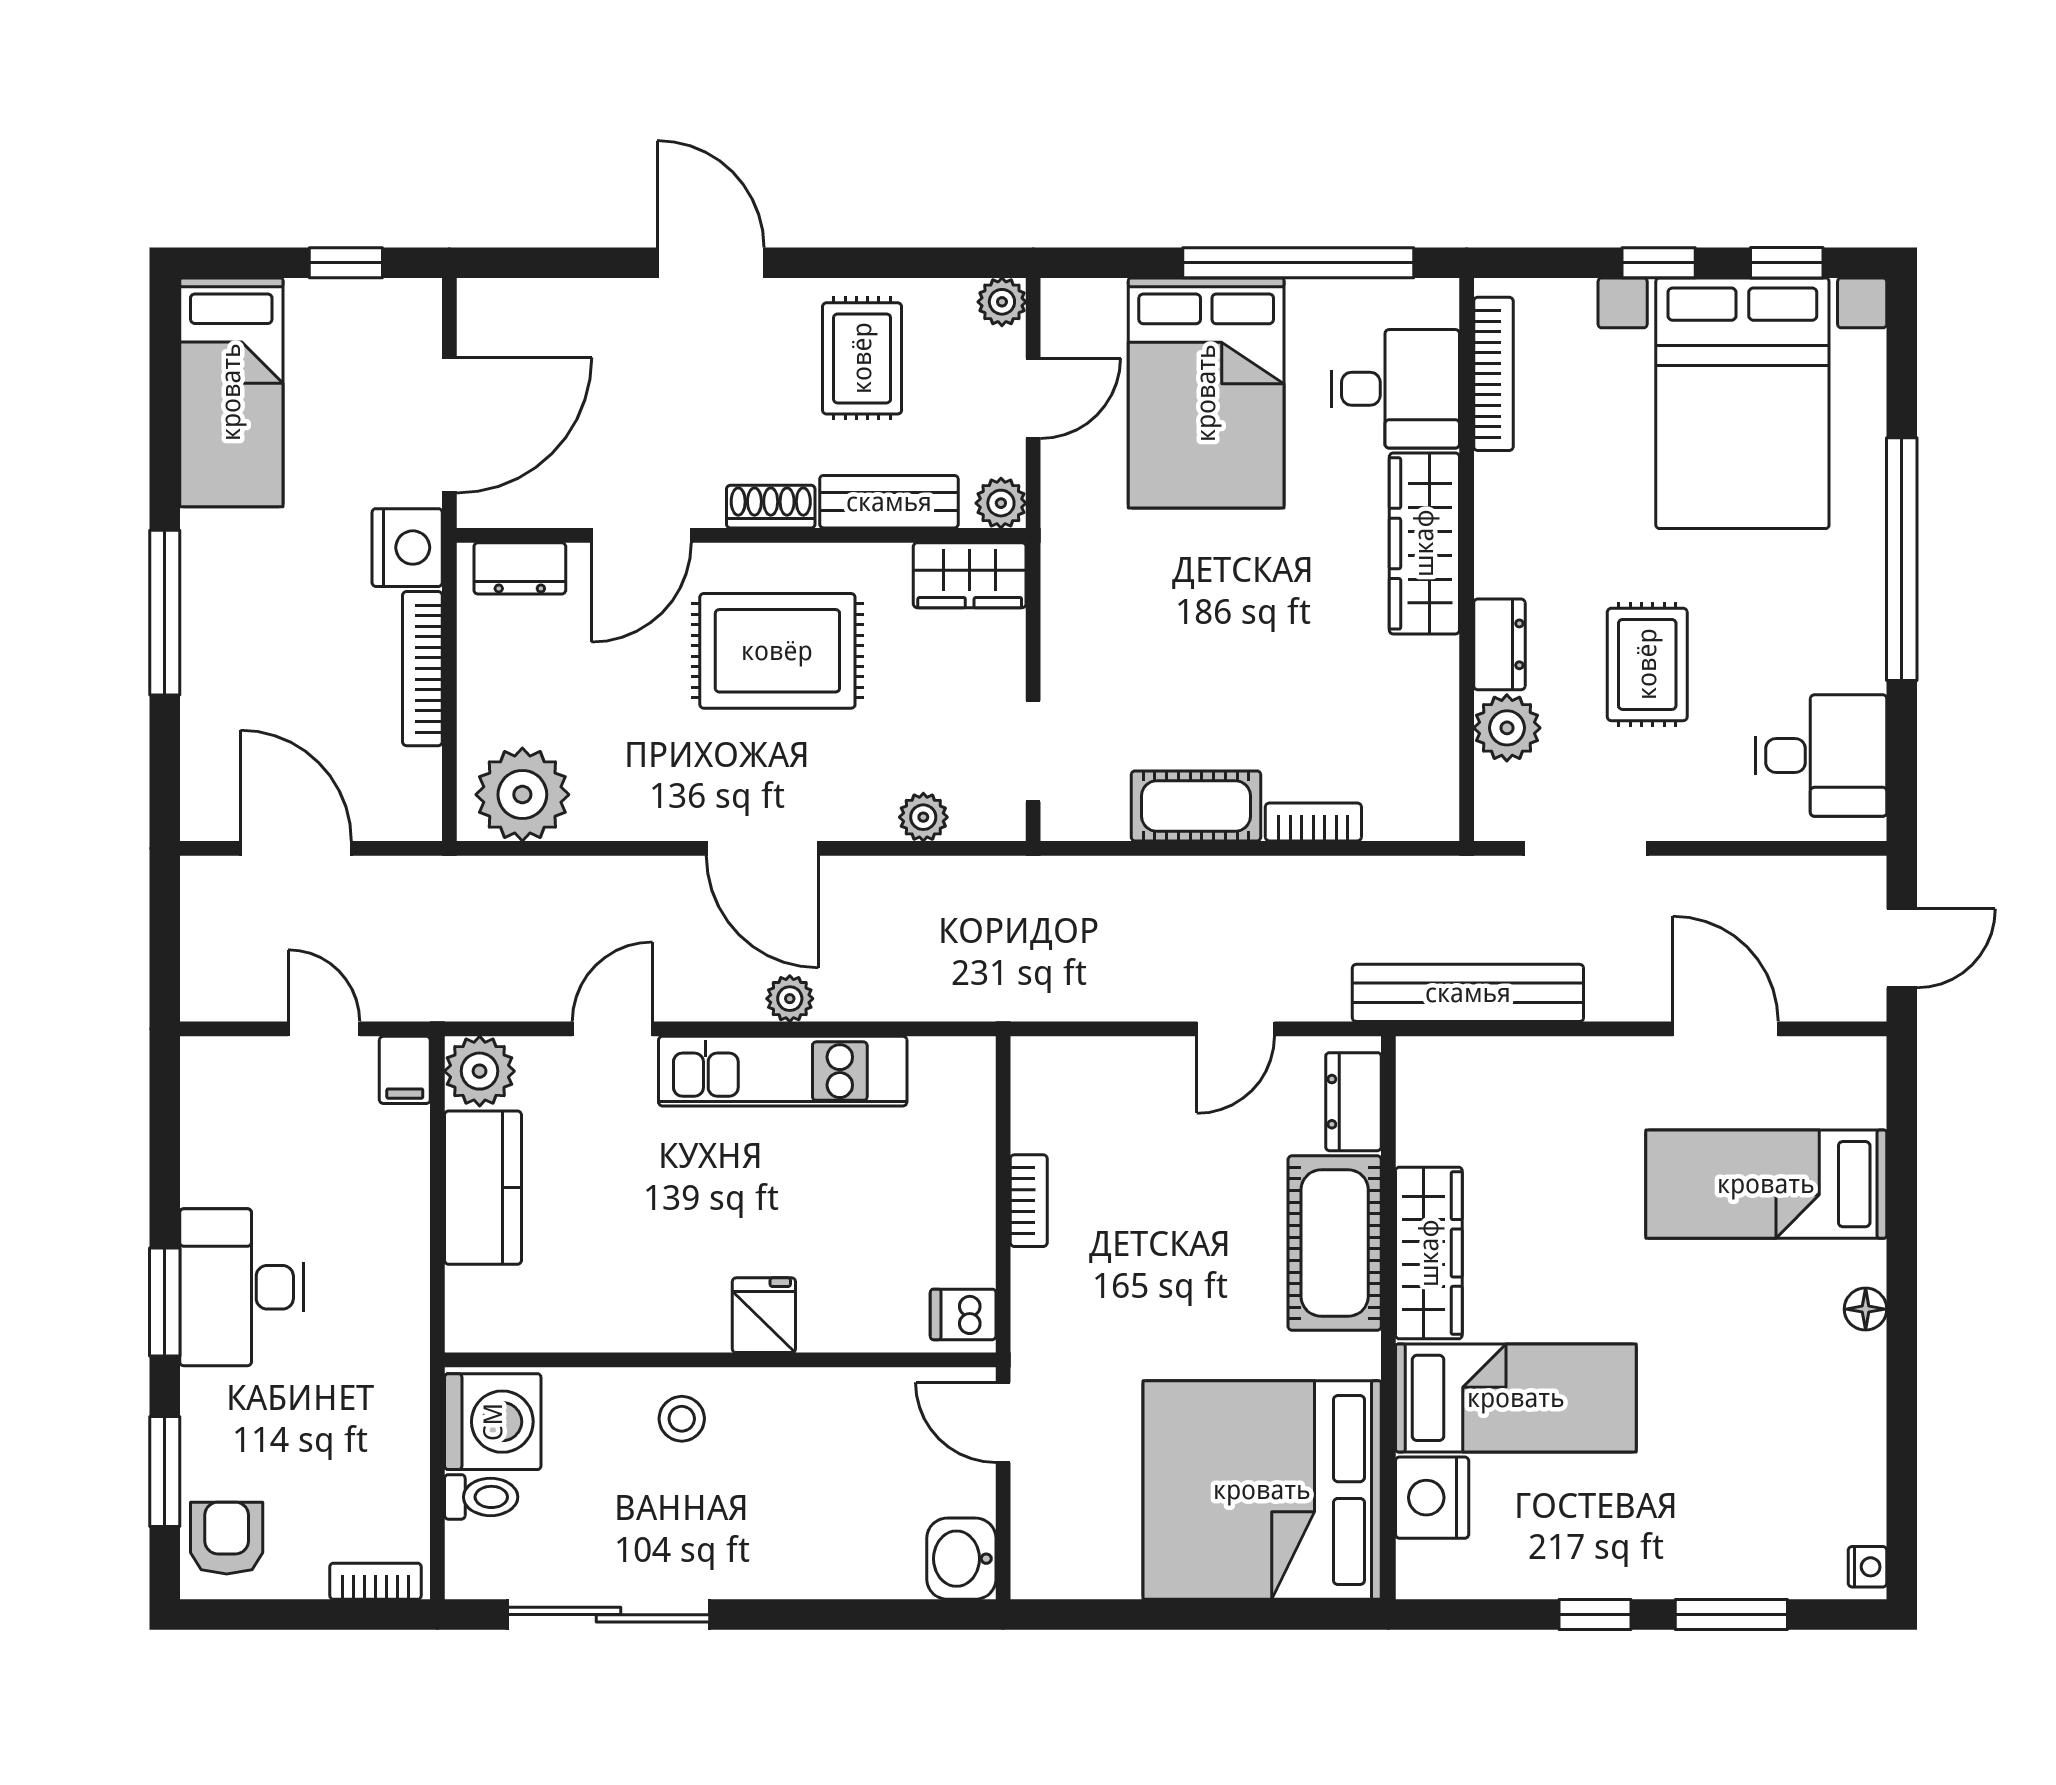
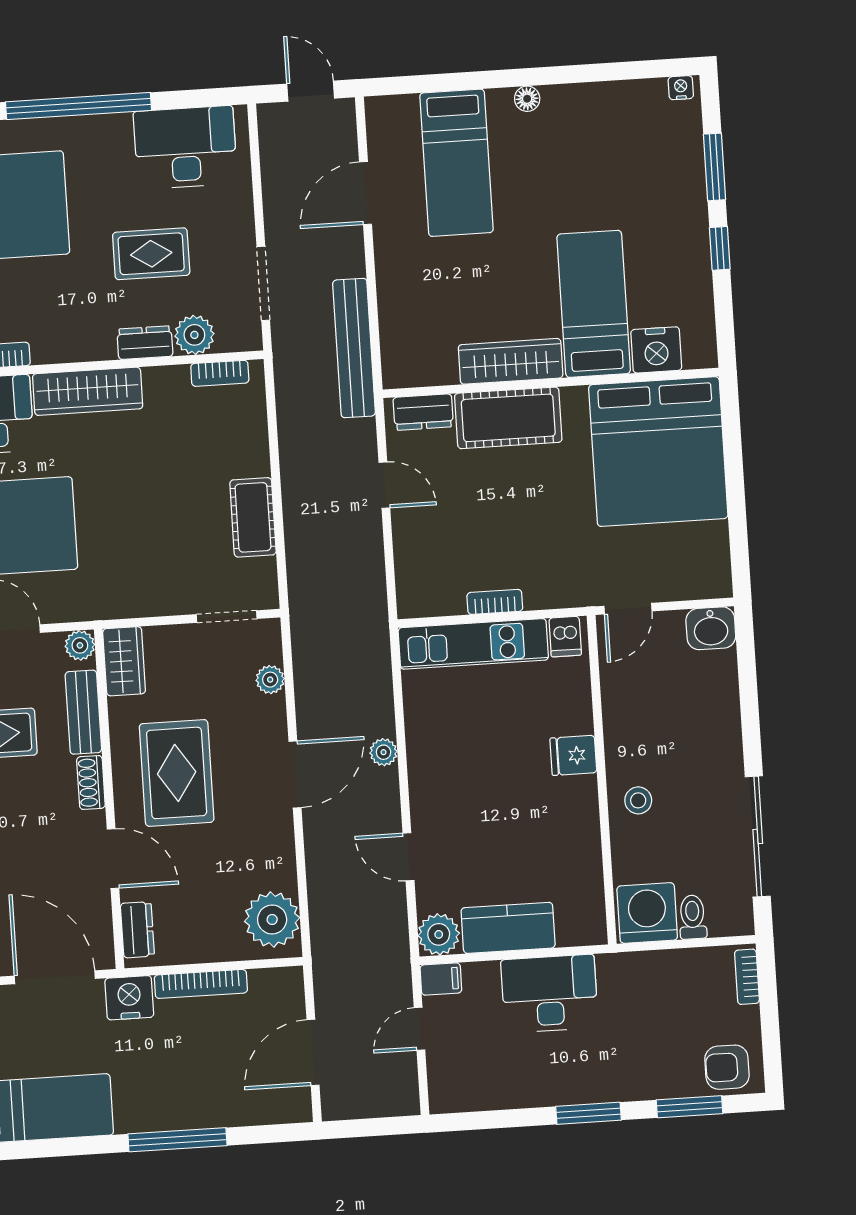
desk: (1821, 756) -> (185, 148), width x1.37
bookcase: (1313, 822) -> (220, 373), moved, turned -90
kitchen unit: (783, 1071) -> (473, 644), moved, turned 90
desk: (241, 1287) -> (549, 994), moved, turned 180

